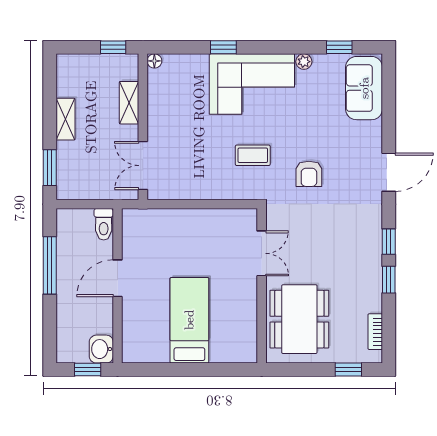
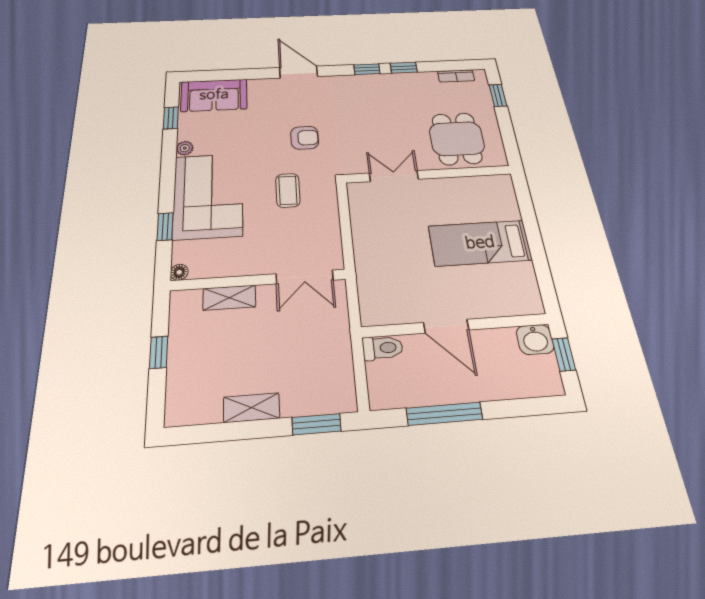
floor lamp: (154, 61) -> (179, 272), moved
shelving: (129, 103) -> (229, 298), moved
wall: (143, 127) -> (258, 280), moved
double door: (143, 166) -> (305, 277), moved
dining table: (299, 319) -> (457, 139), width x0.73

